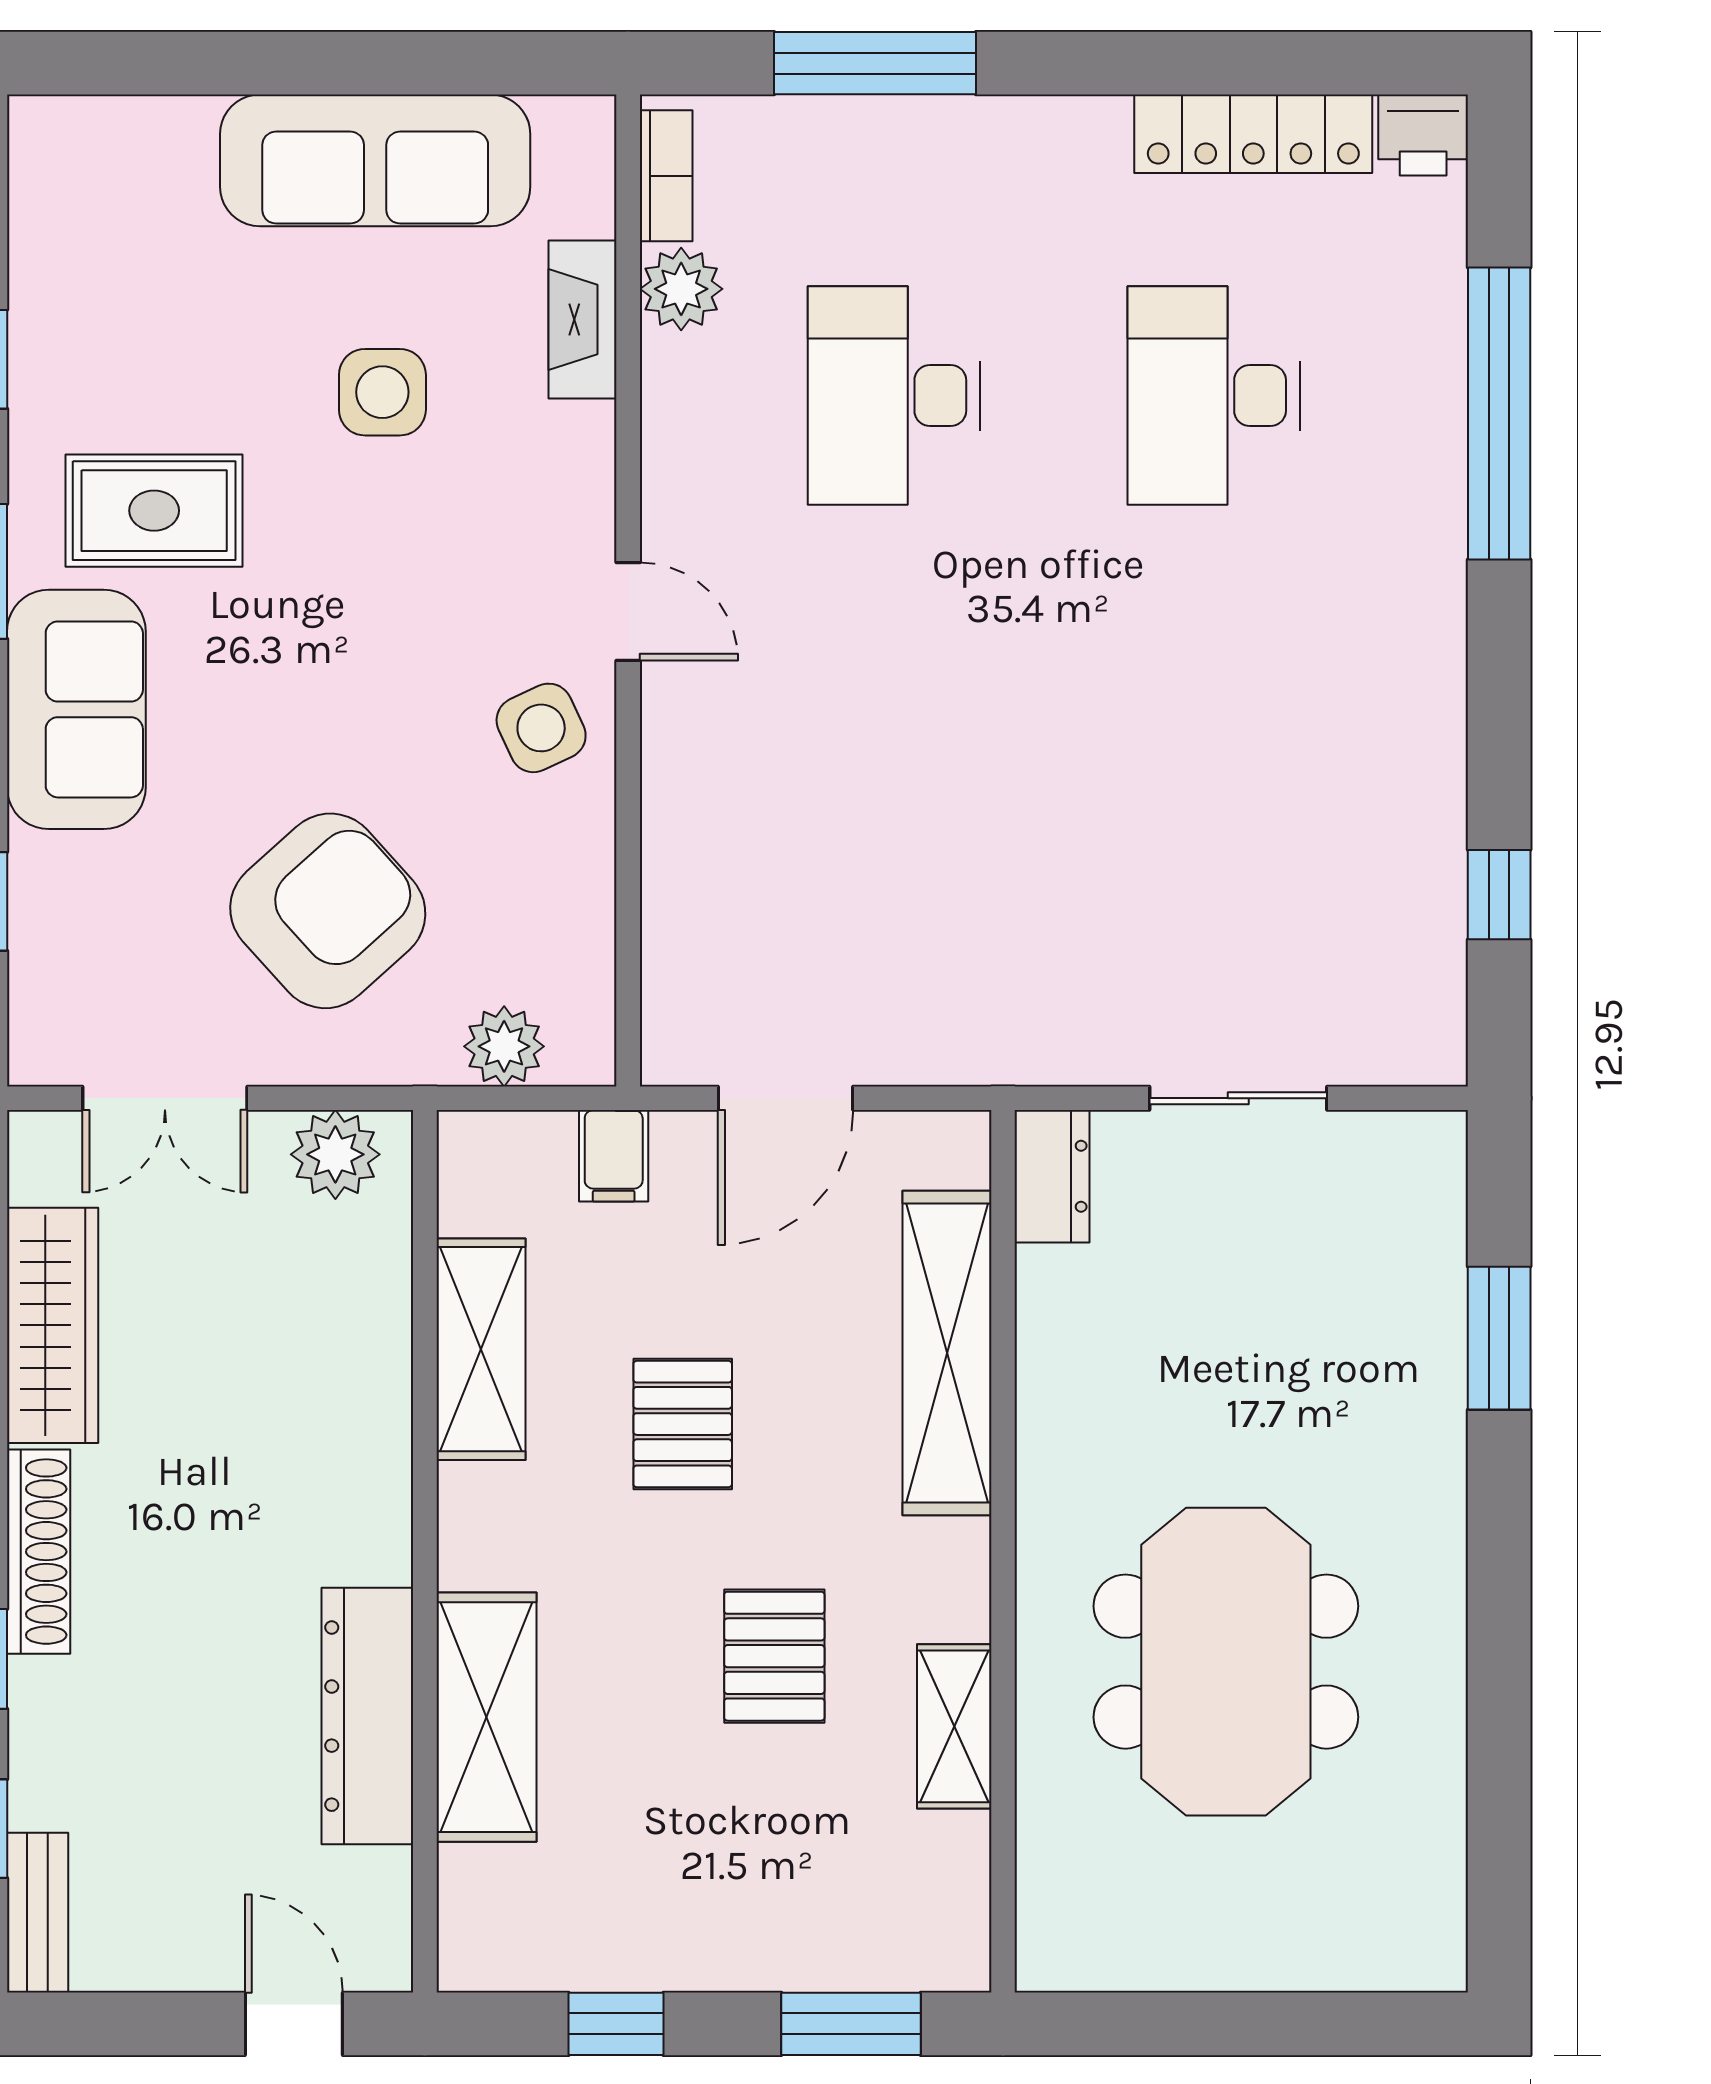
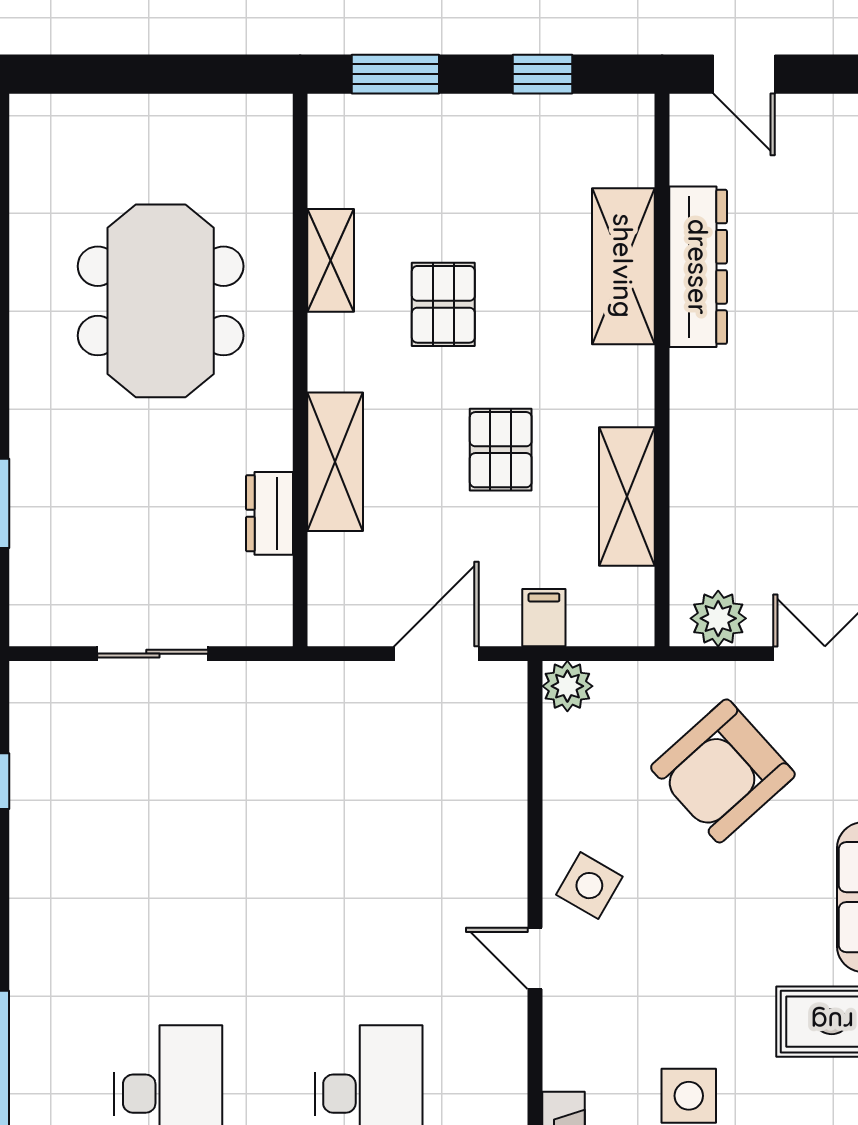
side table: (541, 728) -> (589, 886), turned -35
plant: (504, 1046) -> (567, 686), moved
dresser: (1052, 1176) -> (269, 513), moved
shelving: (947, 1353) -> (335, 462), width x0.68

